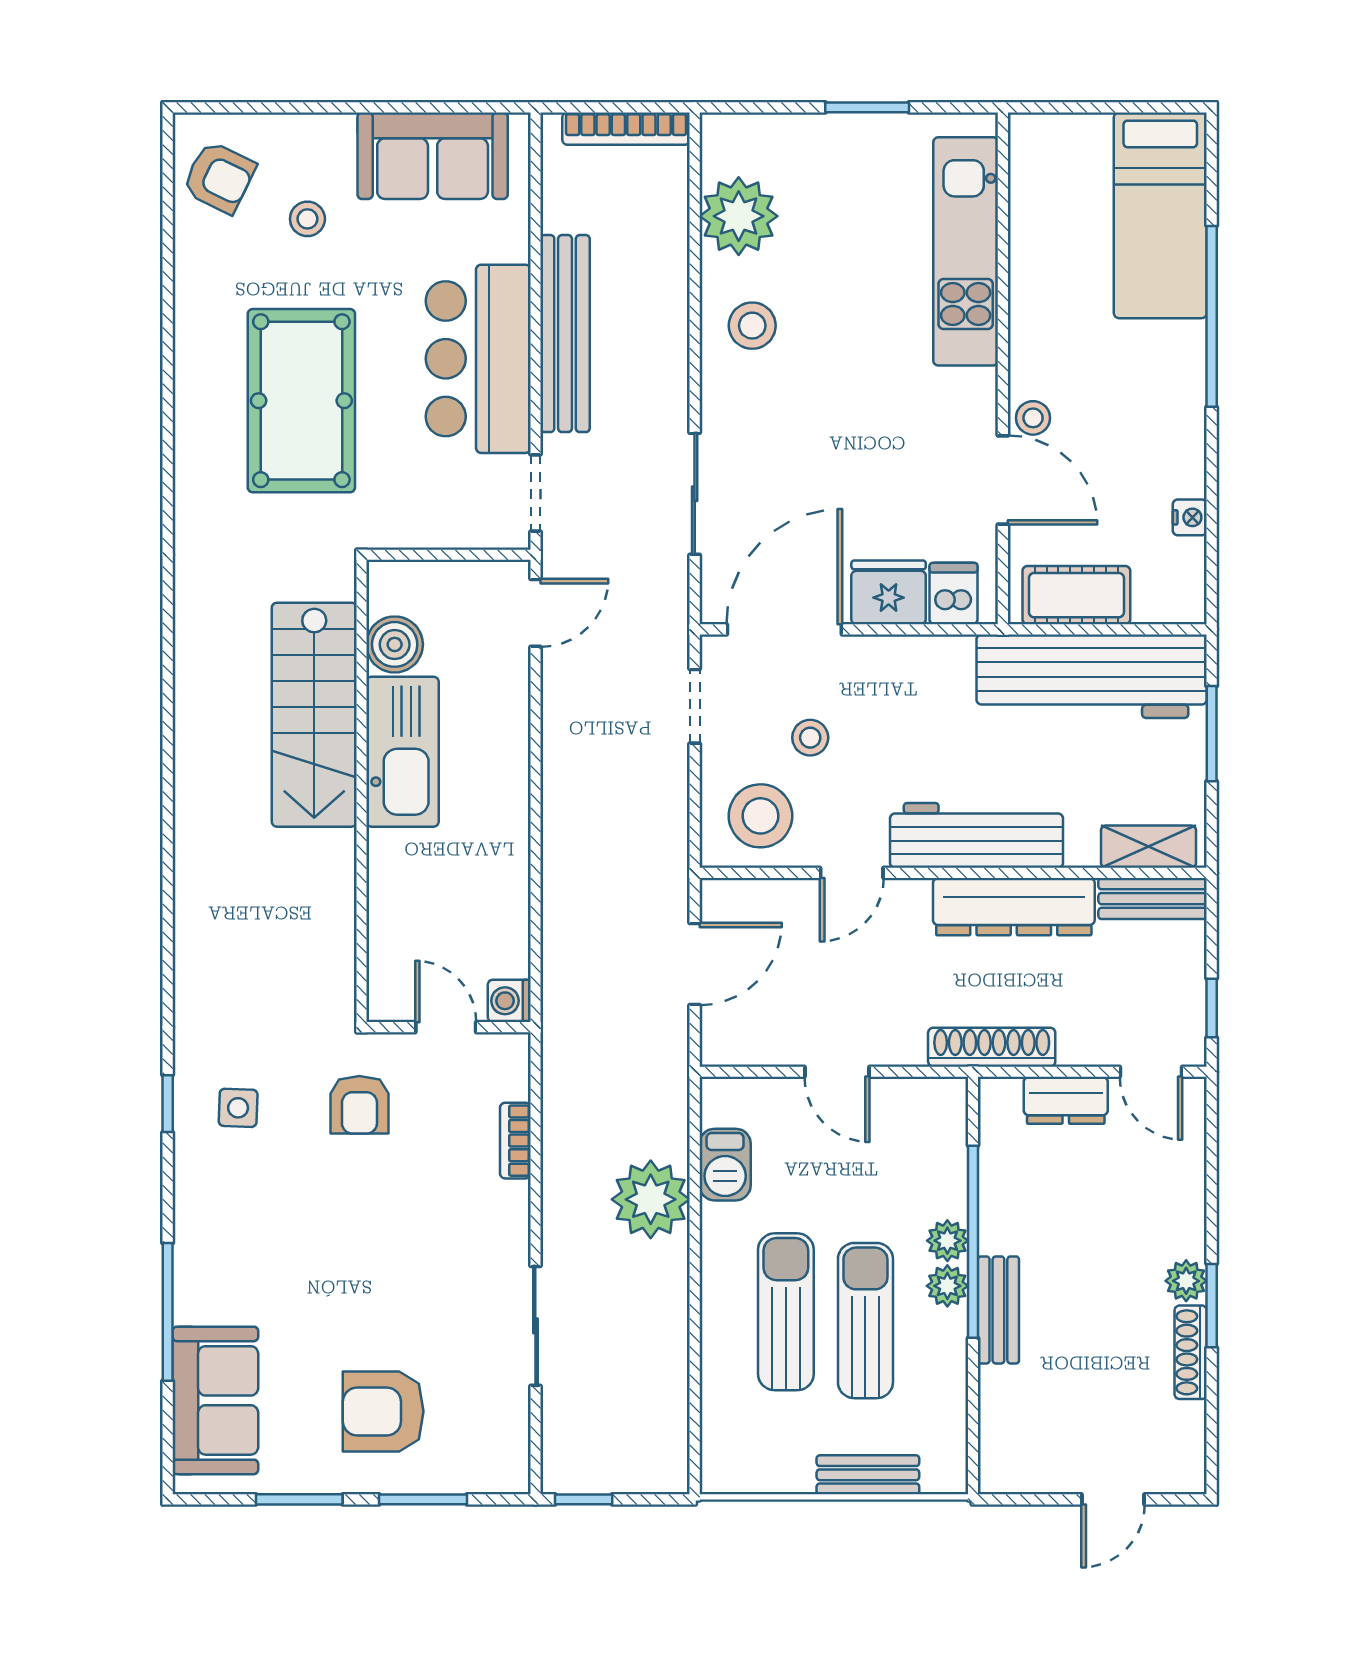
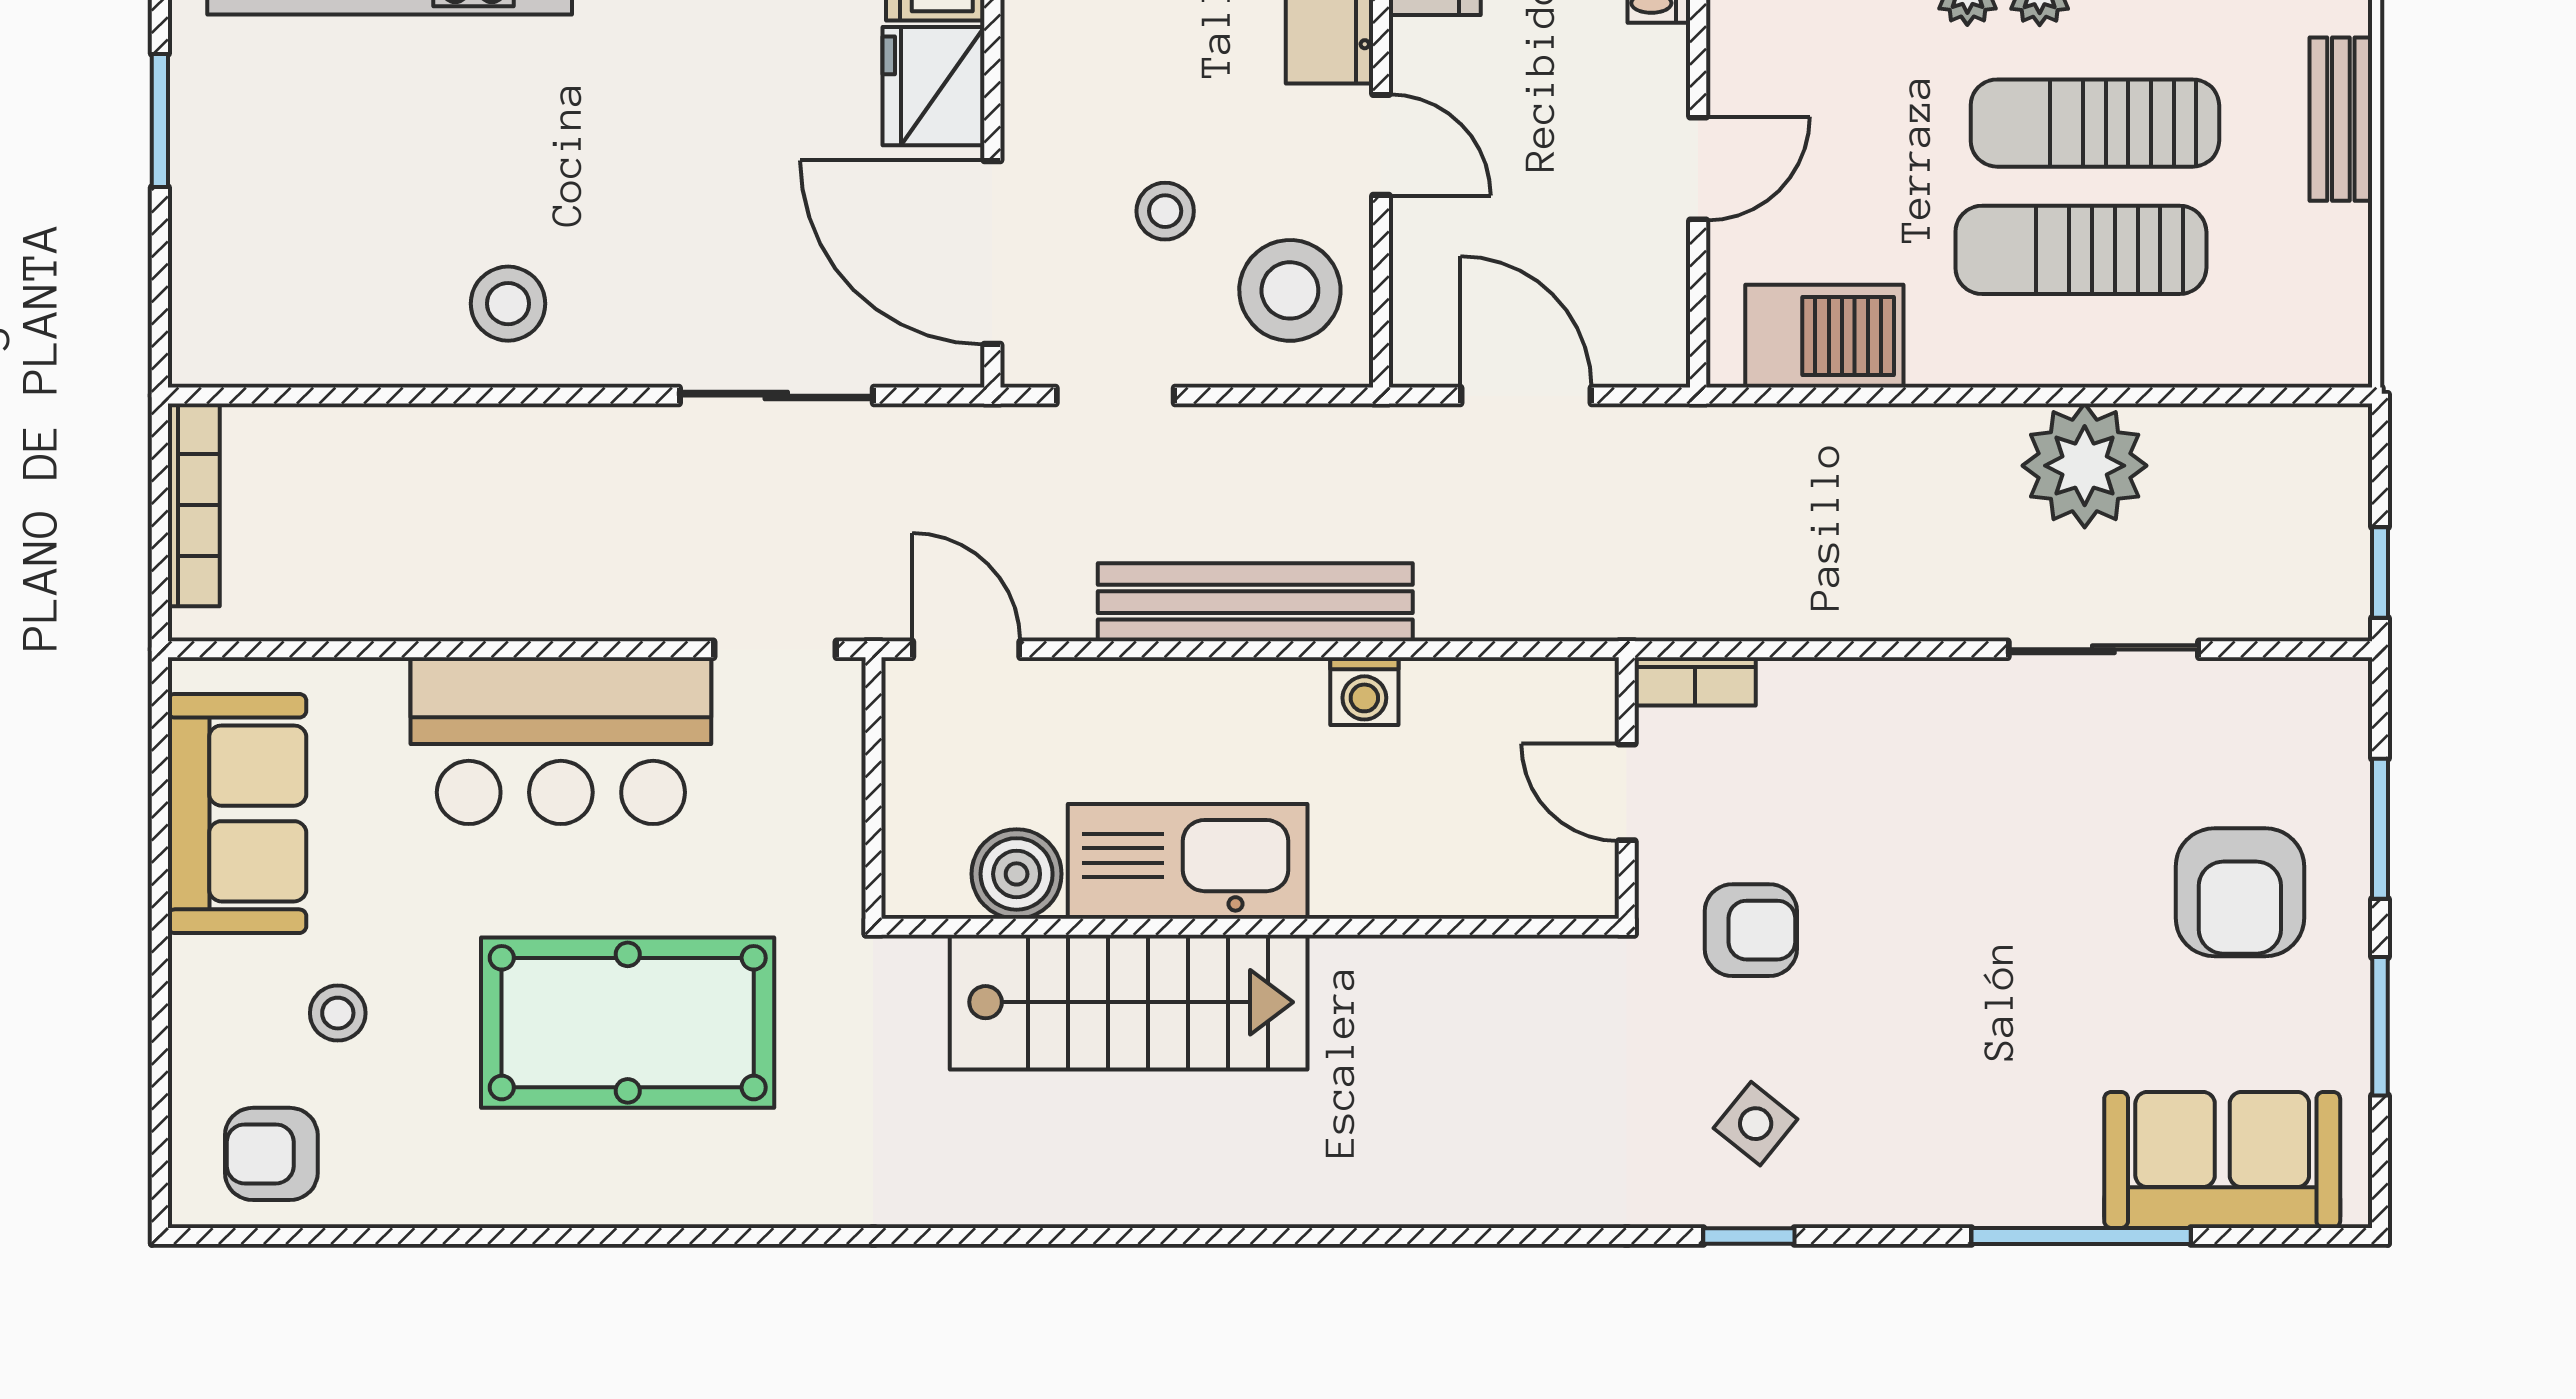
armchair: (219, 177) -> (271, 1154), turned -116
plant: (739, 216) -> (333, 325), removed
bench: (565, 334) -> (1255, 602), moved
washing machine: (509, 1001) -> (1364, 691), moved
door: (446, 1027) -> (1627, 792), hinge flipped
side table: (238, 1108) -> (1756, 1124), turned 37
bookcase: (515, 1141) -> (1695, 681), moved
barbecue: (725, 1165) -> (1824, 336), width x1.38, depth x1.27
plant: (651, 1199) -> (2085, 466), moved

